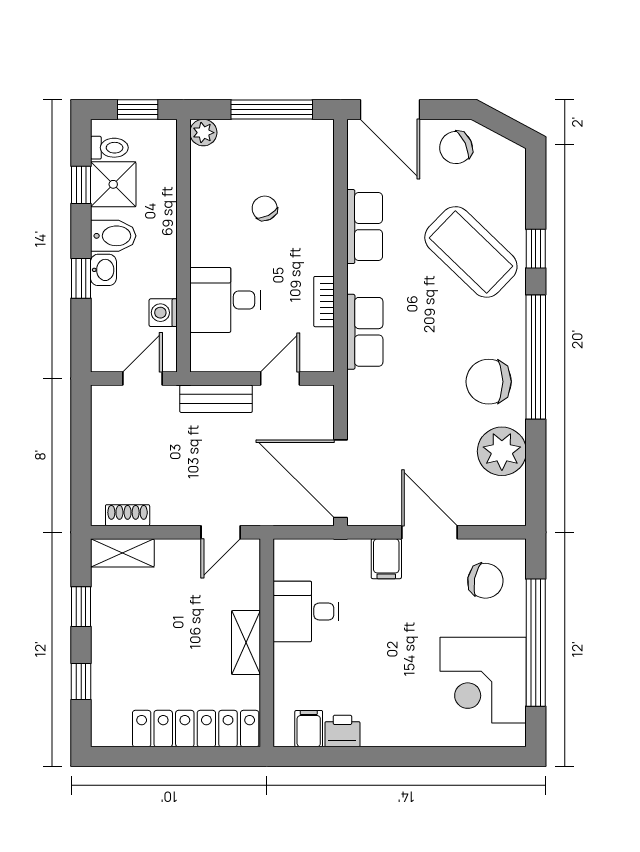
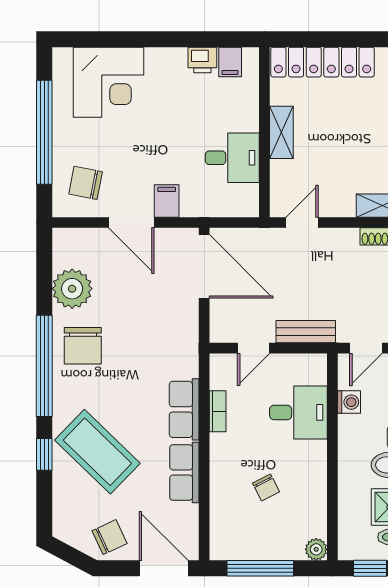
row of seats: (365, 332) -> (184, 409), moved
chair: (489, 382) -> (83, 346), turned 90
corner desk: (483, 680) -> (109, 82), moved, turned 90

